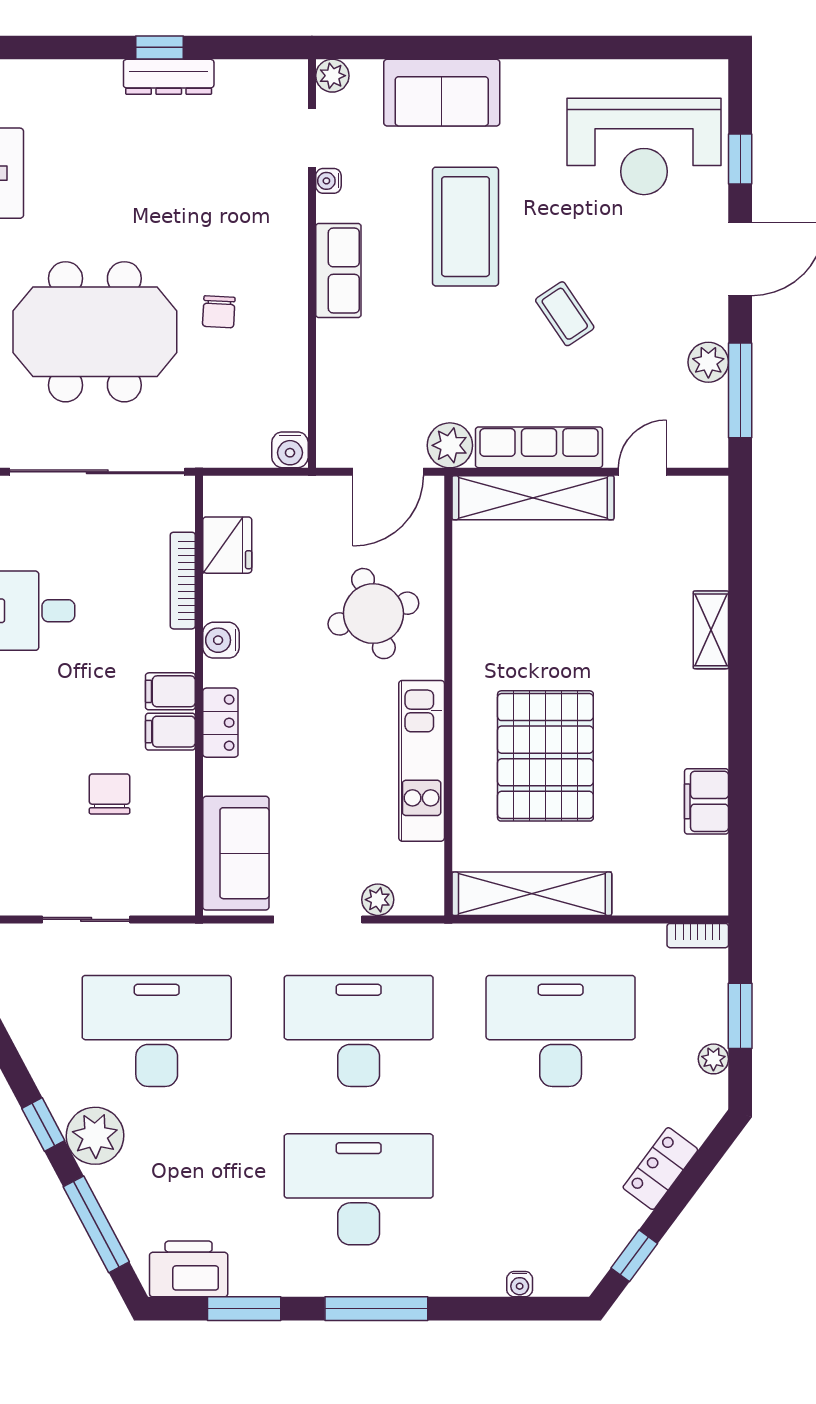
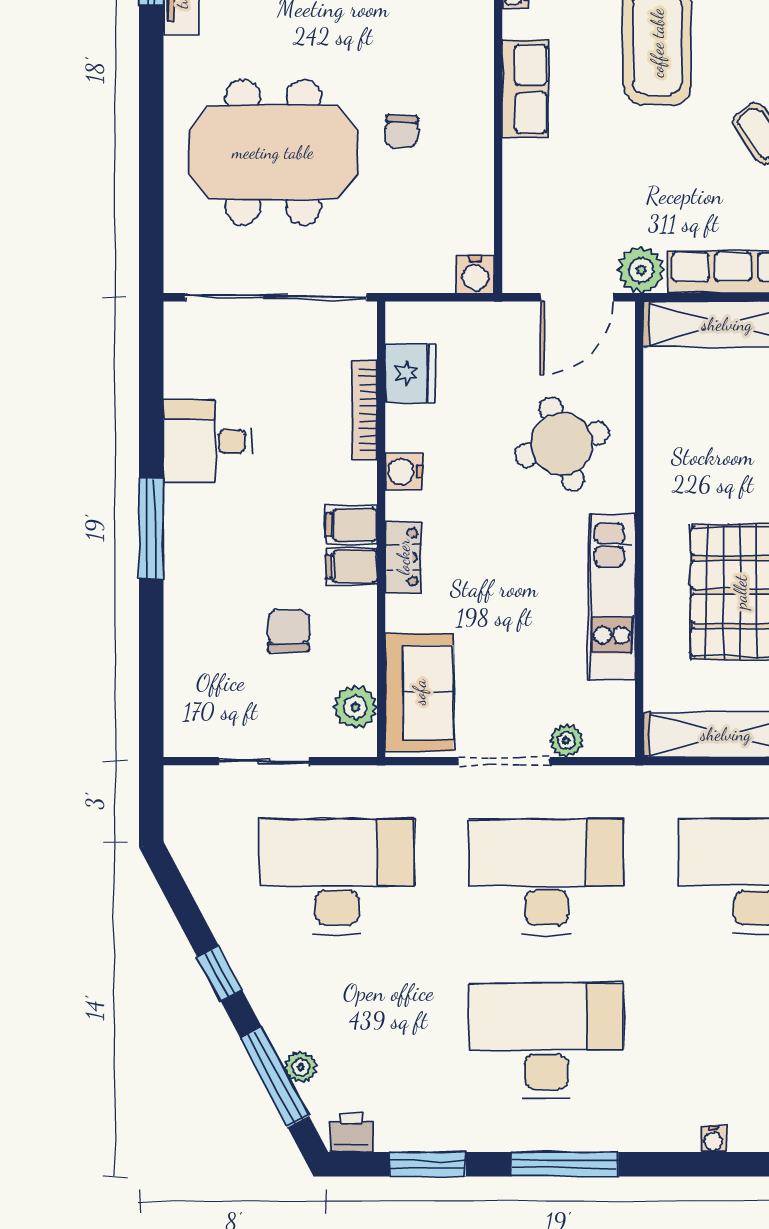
plant: (174, 867) -> (355, 707), added
plant: (95, 1136) -> (301, 1067), moved, width x0.53, depth x0.53
printer: (189, 1269) -> (351, 1133), width x0.53, depth x0.68

